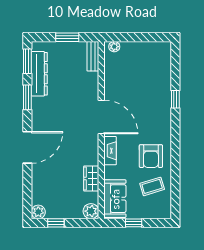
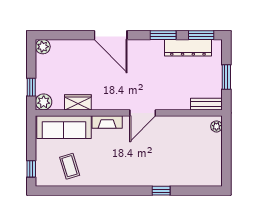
door: (101, 117) -> (143, 113), width x0.73
armchair: (151, 156) -> (101, 165), removed
sofa: (115, 199) -> (64, 127), width x1.36
window: (56, 223) -> (31, 87), moved
window: (134, 223) -> (31, 169), moved

